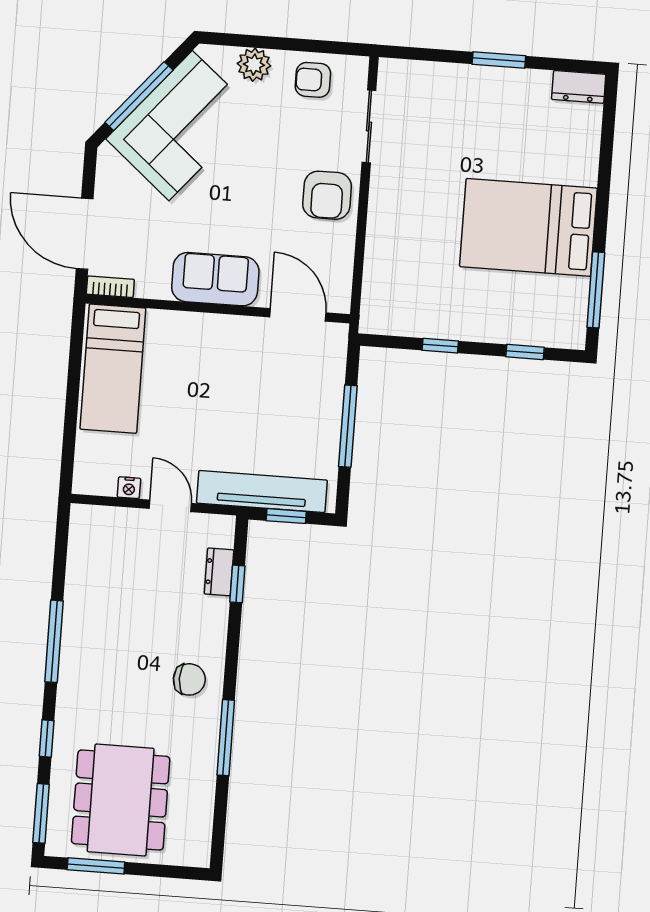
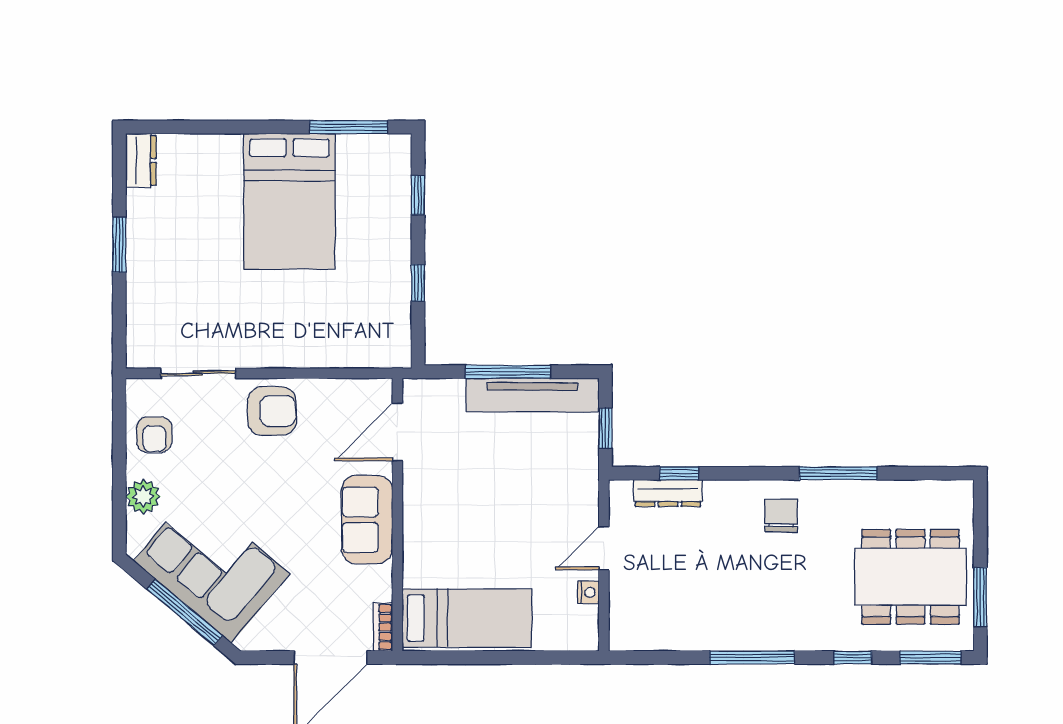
tv unit: (262, 492) -> (533, 395), moved, turned -90
dresser: (219, 572) -> (668, 493), width x1.44

